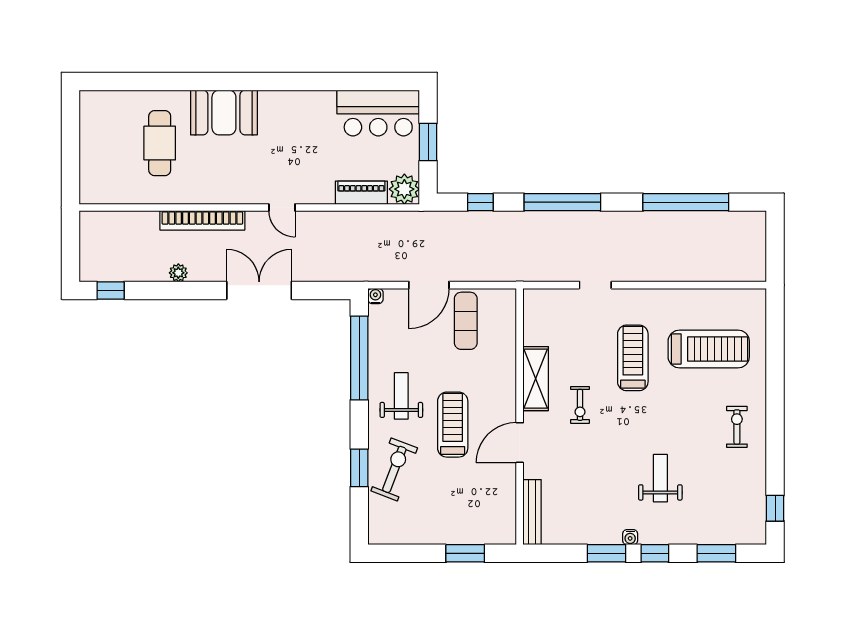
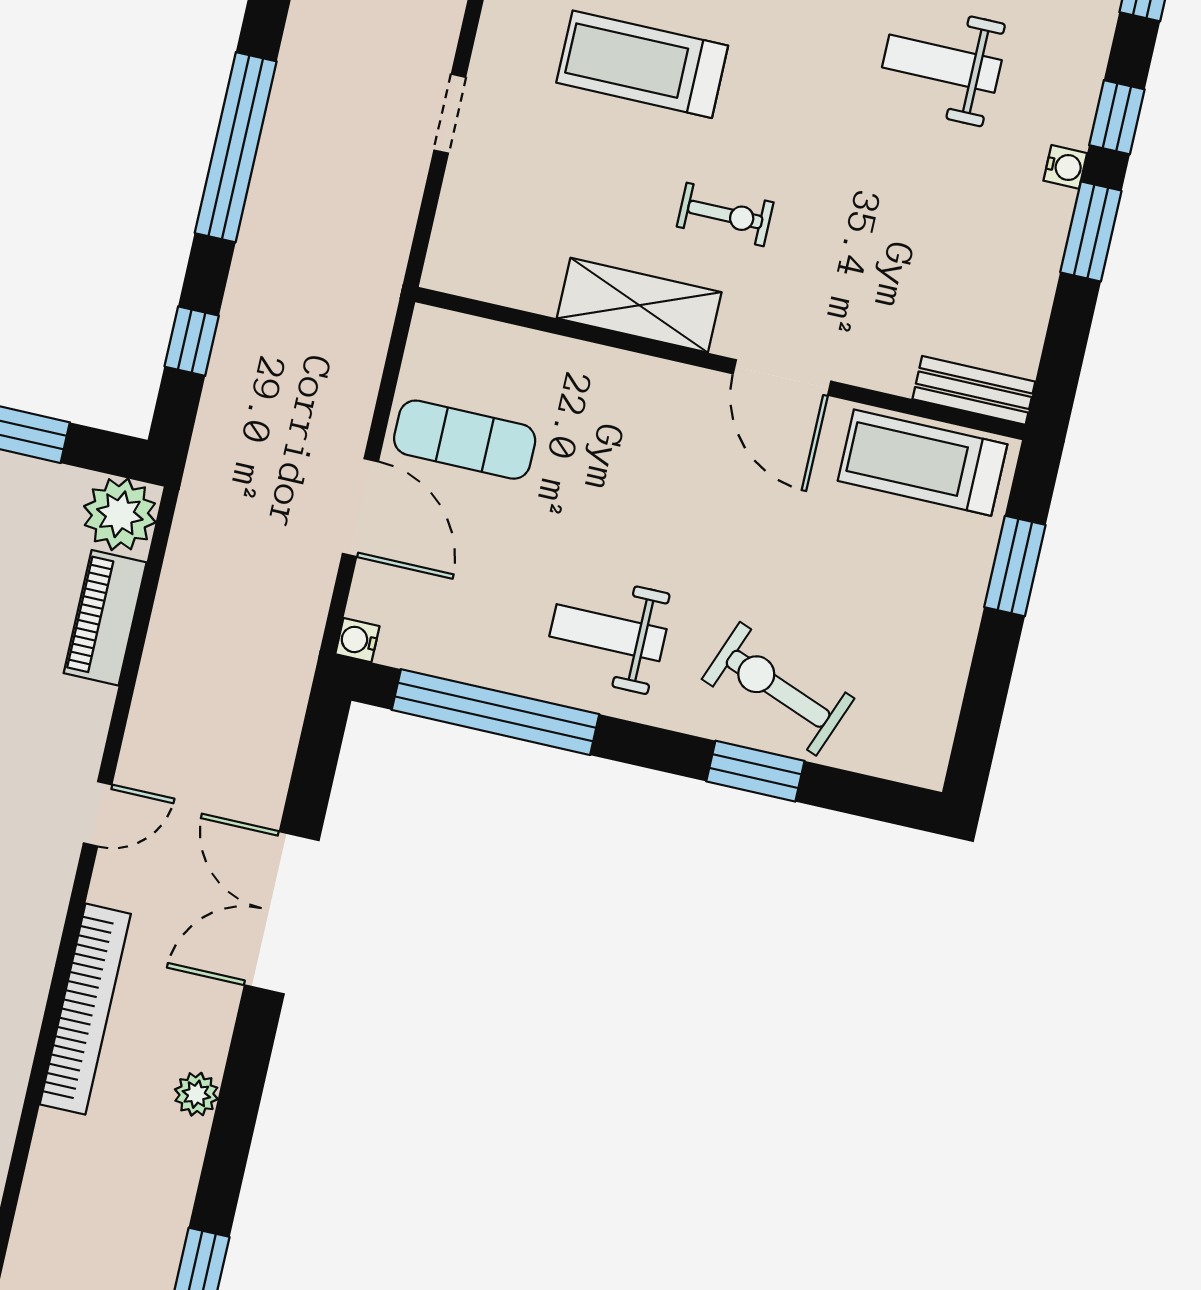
treadmill: (453, 425) -> (922, 463), moved
bench: (532, 512) -> (974, 390), width x0.73

